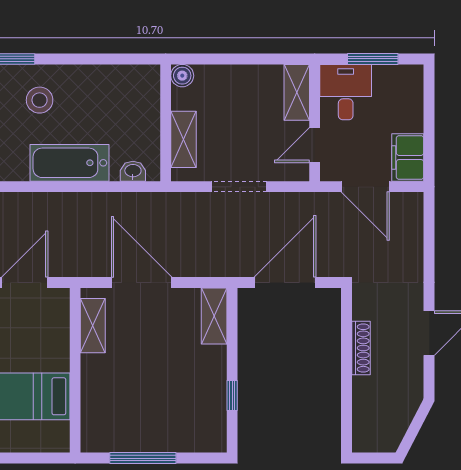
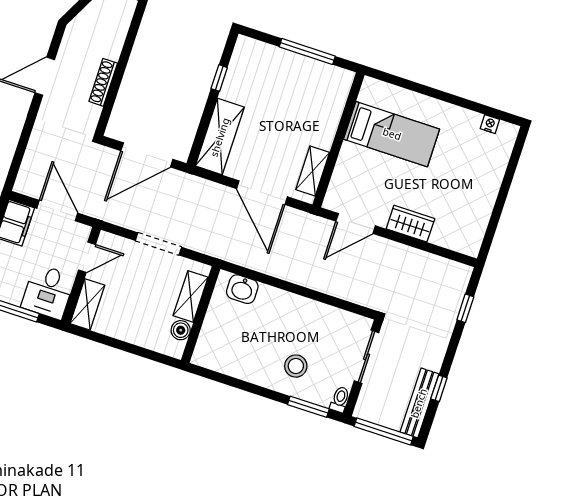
boiler: (182, 76) -> (181, 330), moved
bathtub: (69, 163) -> (288, 308), removed
washbasin: (133, 171) -> (242, 289), width x1.38, depth x1.45
shelving: (214, 316) -> (220, 137), width x1.50, depth x1.33

